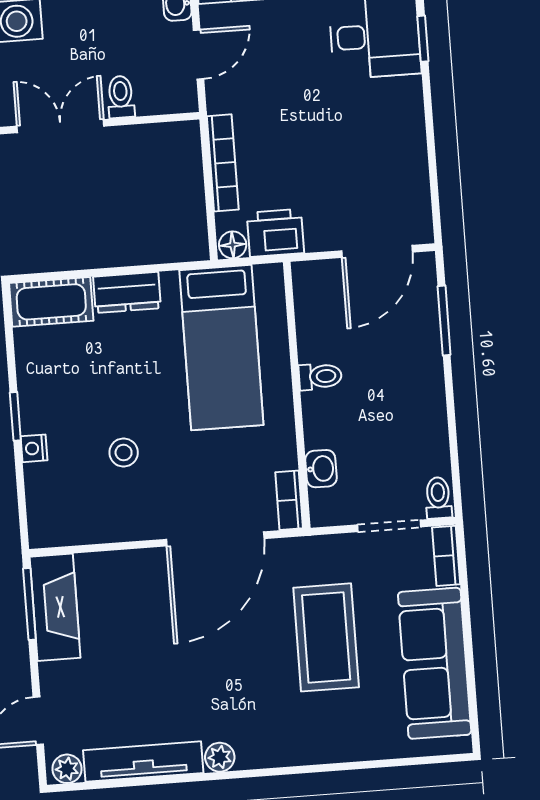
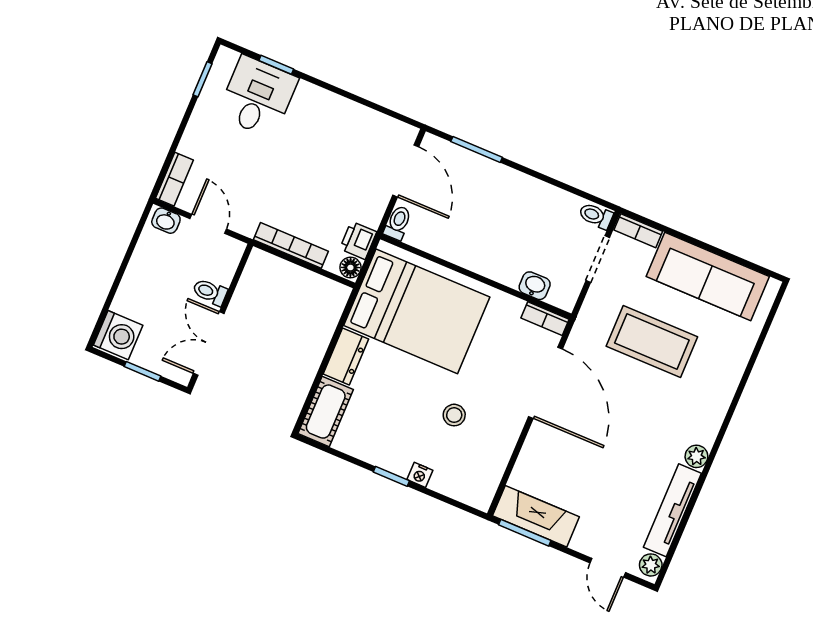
printer: (275, 233) -> (358, 240), width x0.73, depth x0.81
bed: (221, 348) -> (417, 311), width x1.50
toilet: (320, 376) -> (398, 223), moved

